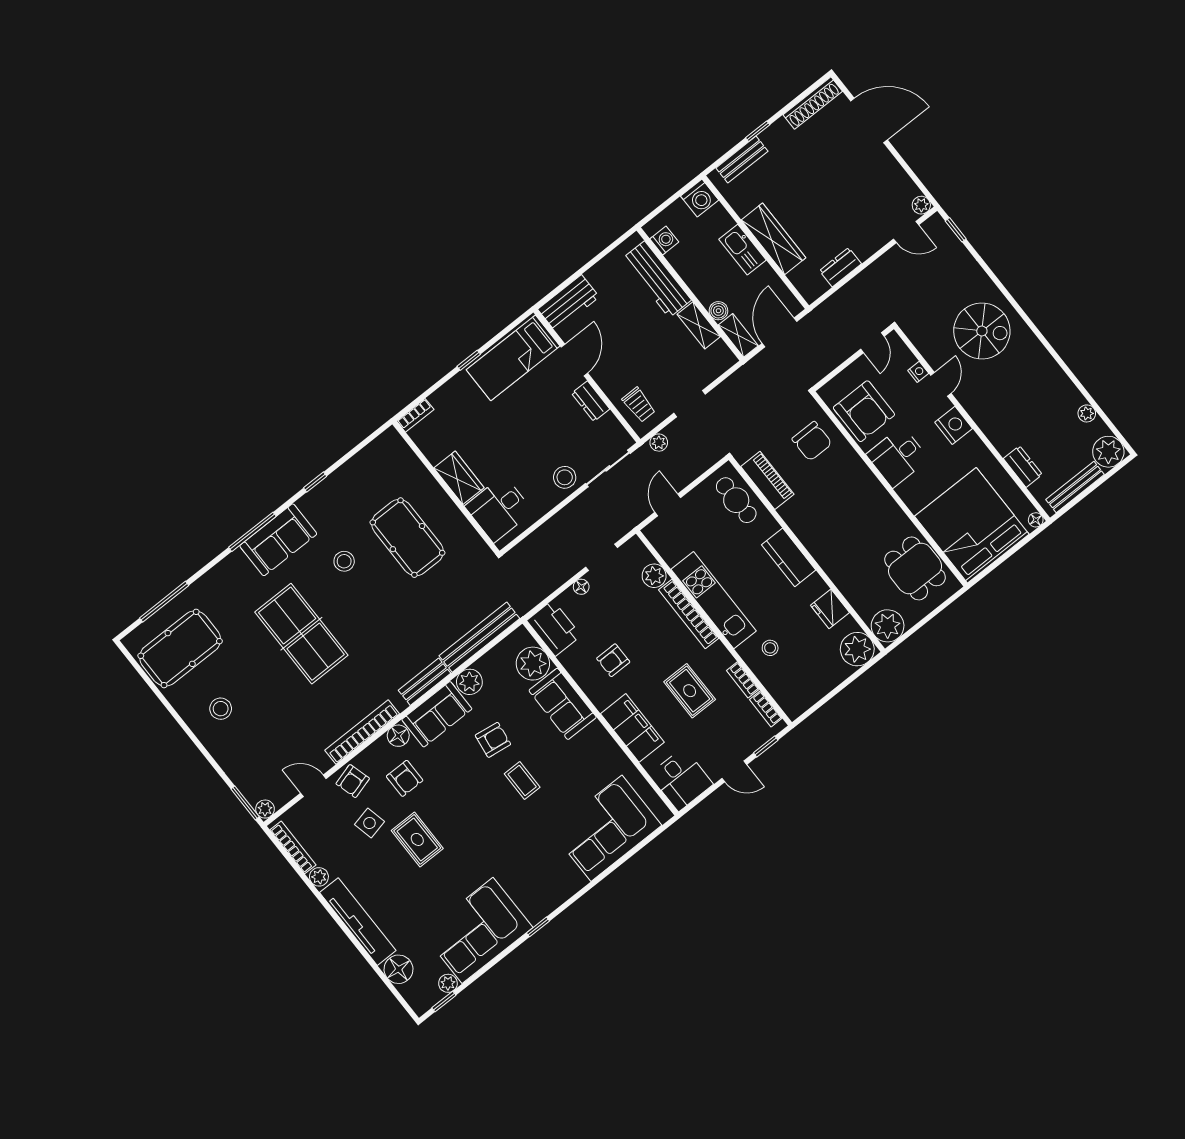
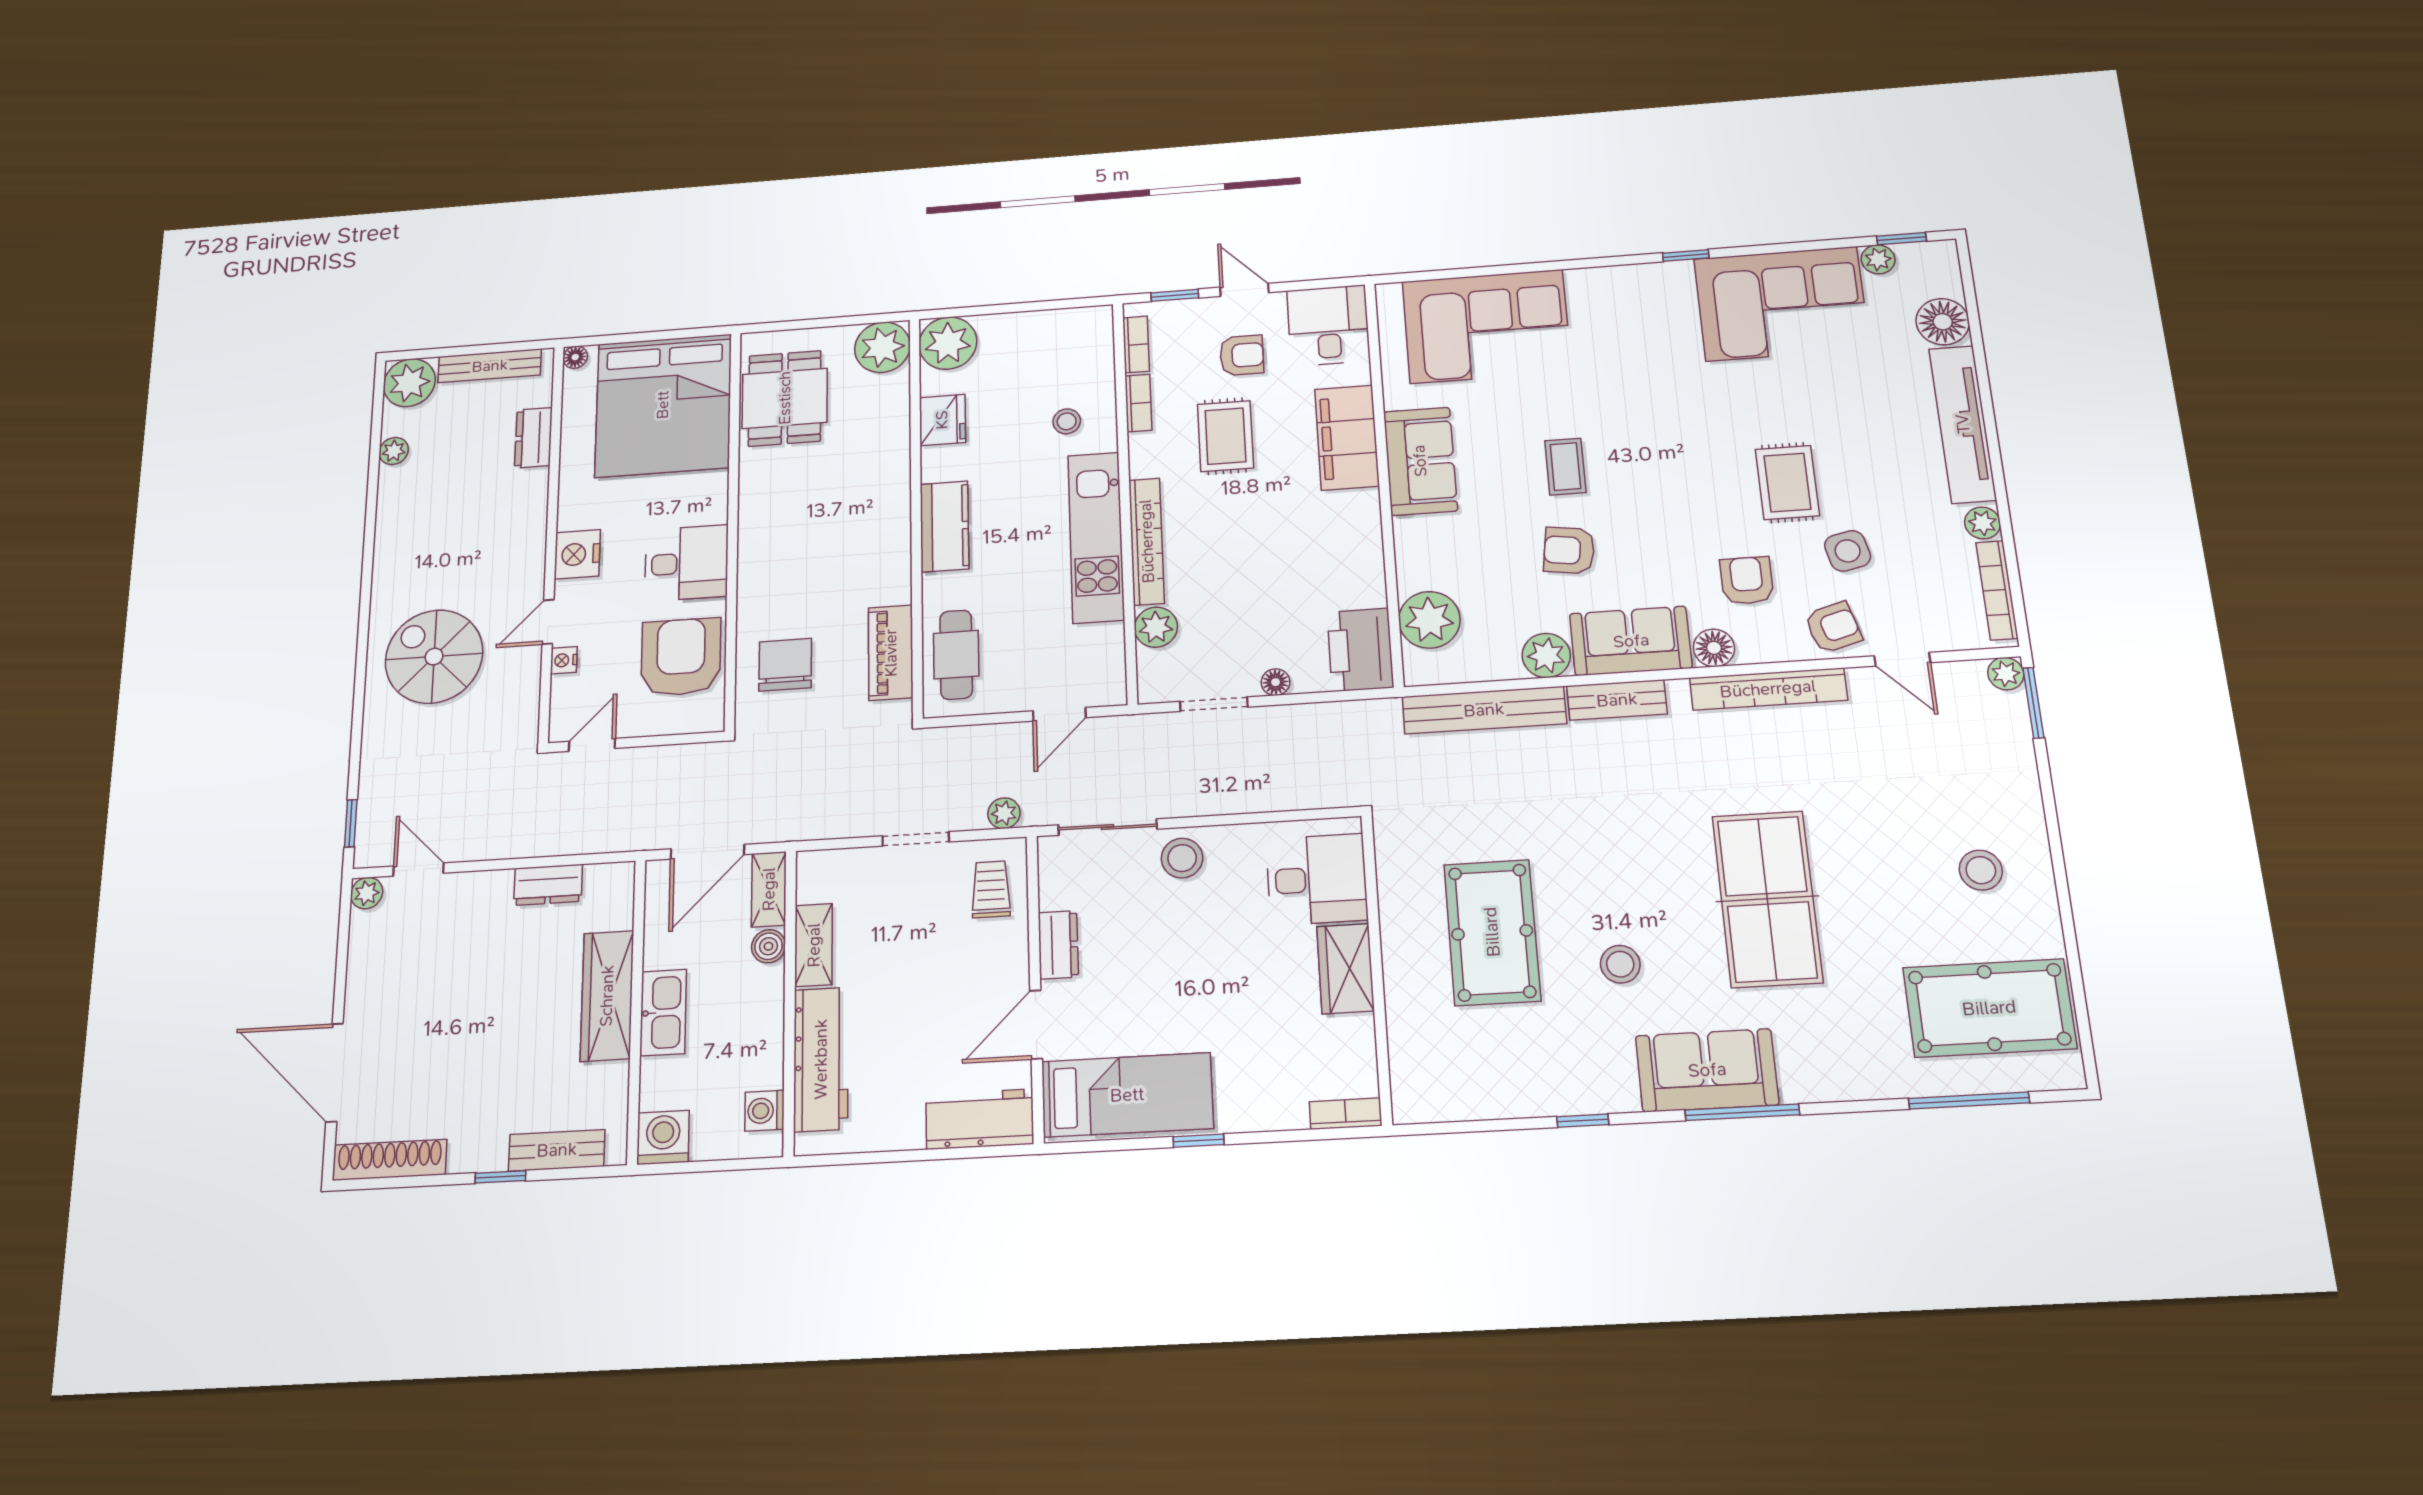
armchair: (613, 660) -> (1242, 355), moved
sofa: (563, 704) -> (1420, 461), moved

